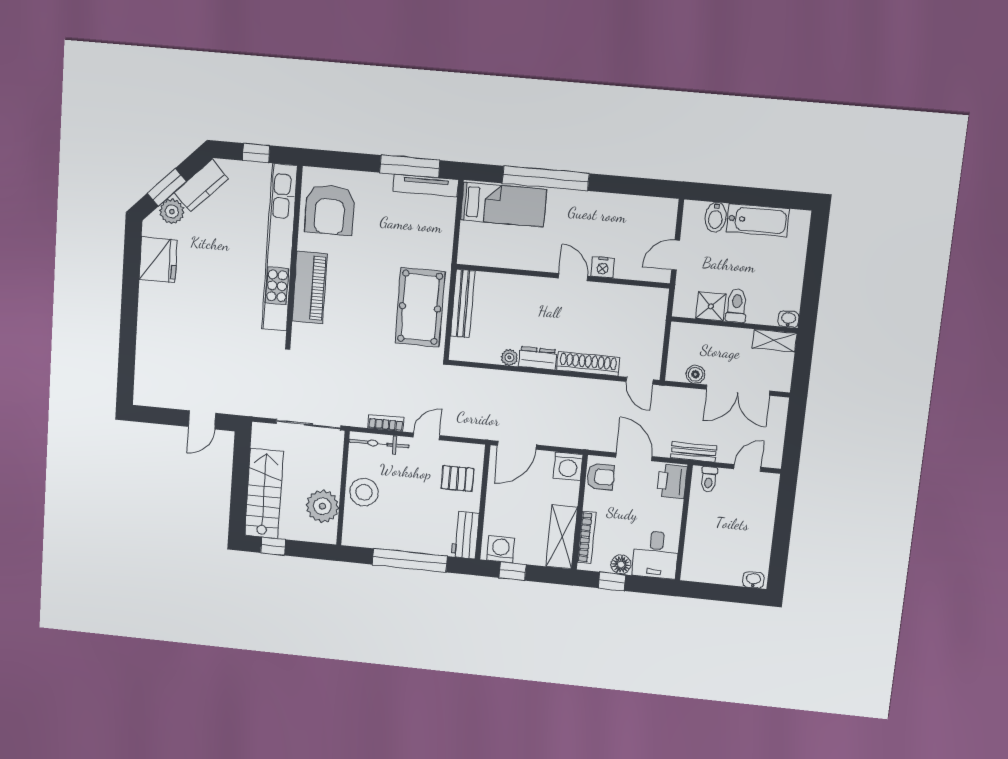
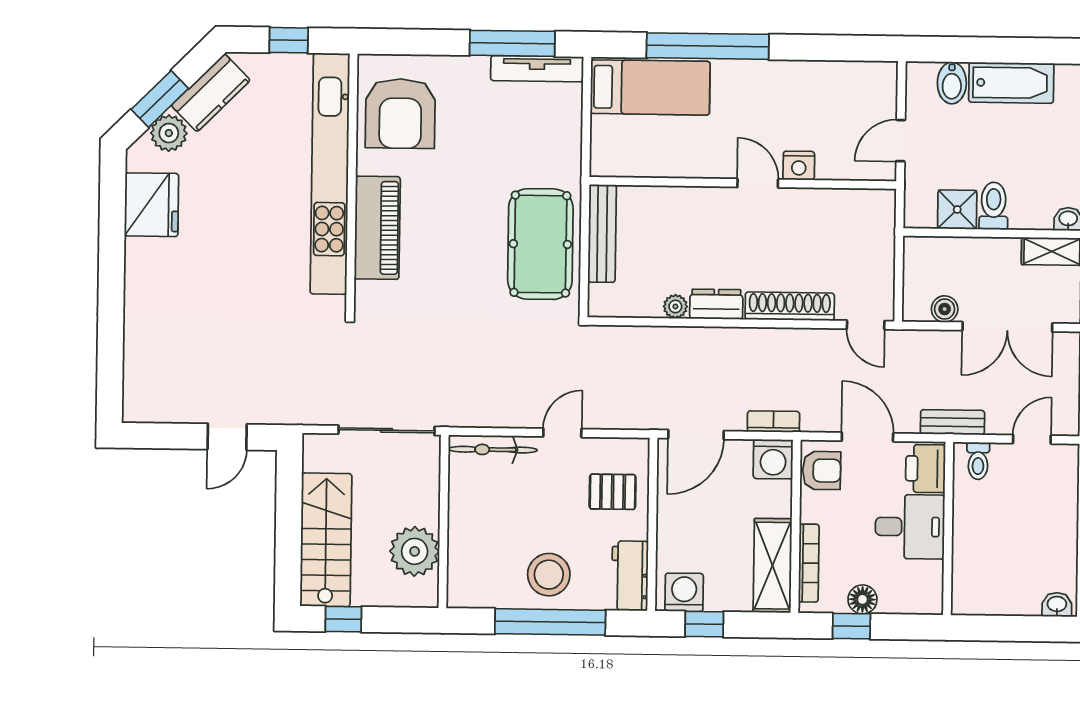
bookcase: (386, 423) -> (773, 422), moved
stool: (364, 492) -> (549, 575), moved
desk: (656, 555) -> (910, 527), moved, turned -90

